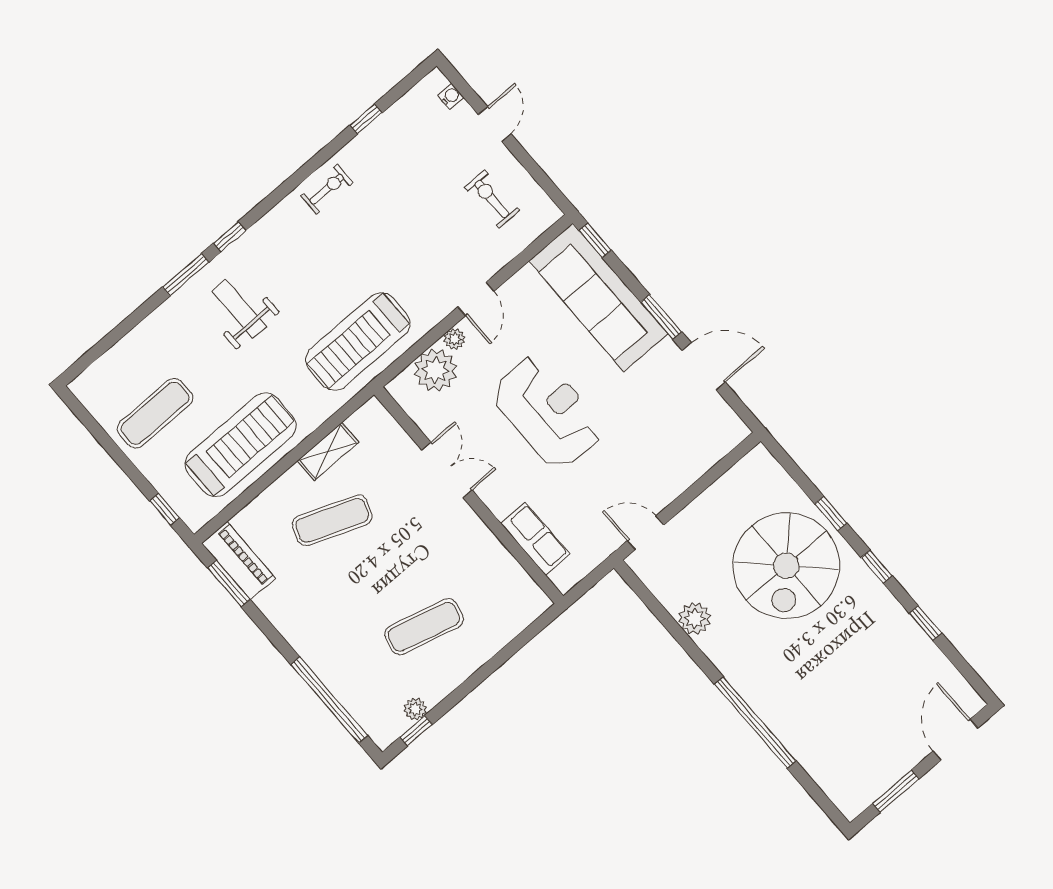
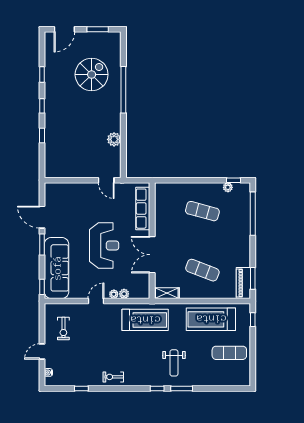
plant: (435, 370) -> (124, 294), width x0.53, depth x0.53
reception desk: (548, 412) -> (104, 246), turned 180
shelving: (328, 452) -> (167, 293), moved
double door: (447, 470) -> (152, 255), width x1.37
row of seats: (535, 539) -> (143, 209), width x1.48
spiral stairs: (786, 566) -> (92, 75), moved, width x0.73, depth x0.73

